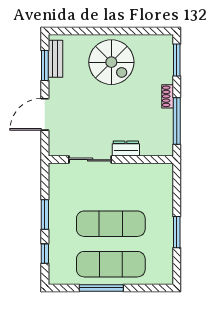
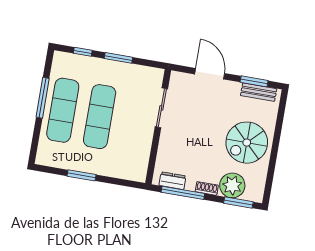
plant: (160, 70) -> (232, 185), added
dresser: (126, 148) -> (172, 181), moved, turned -90

